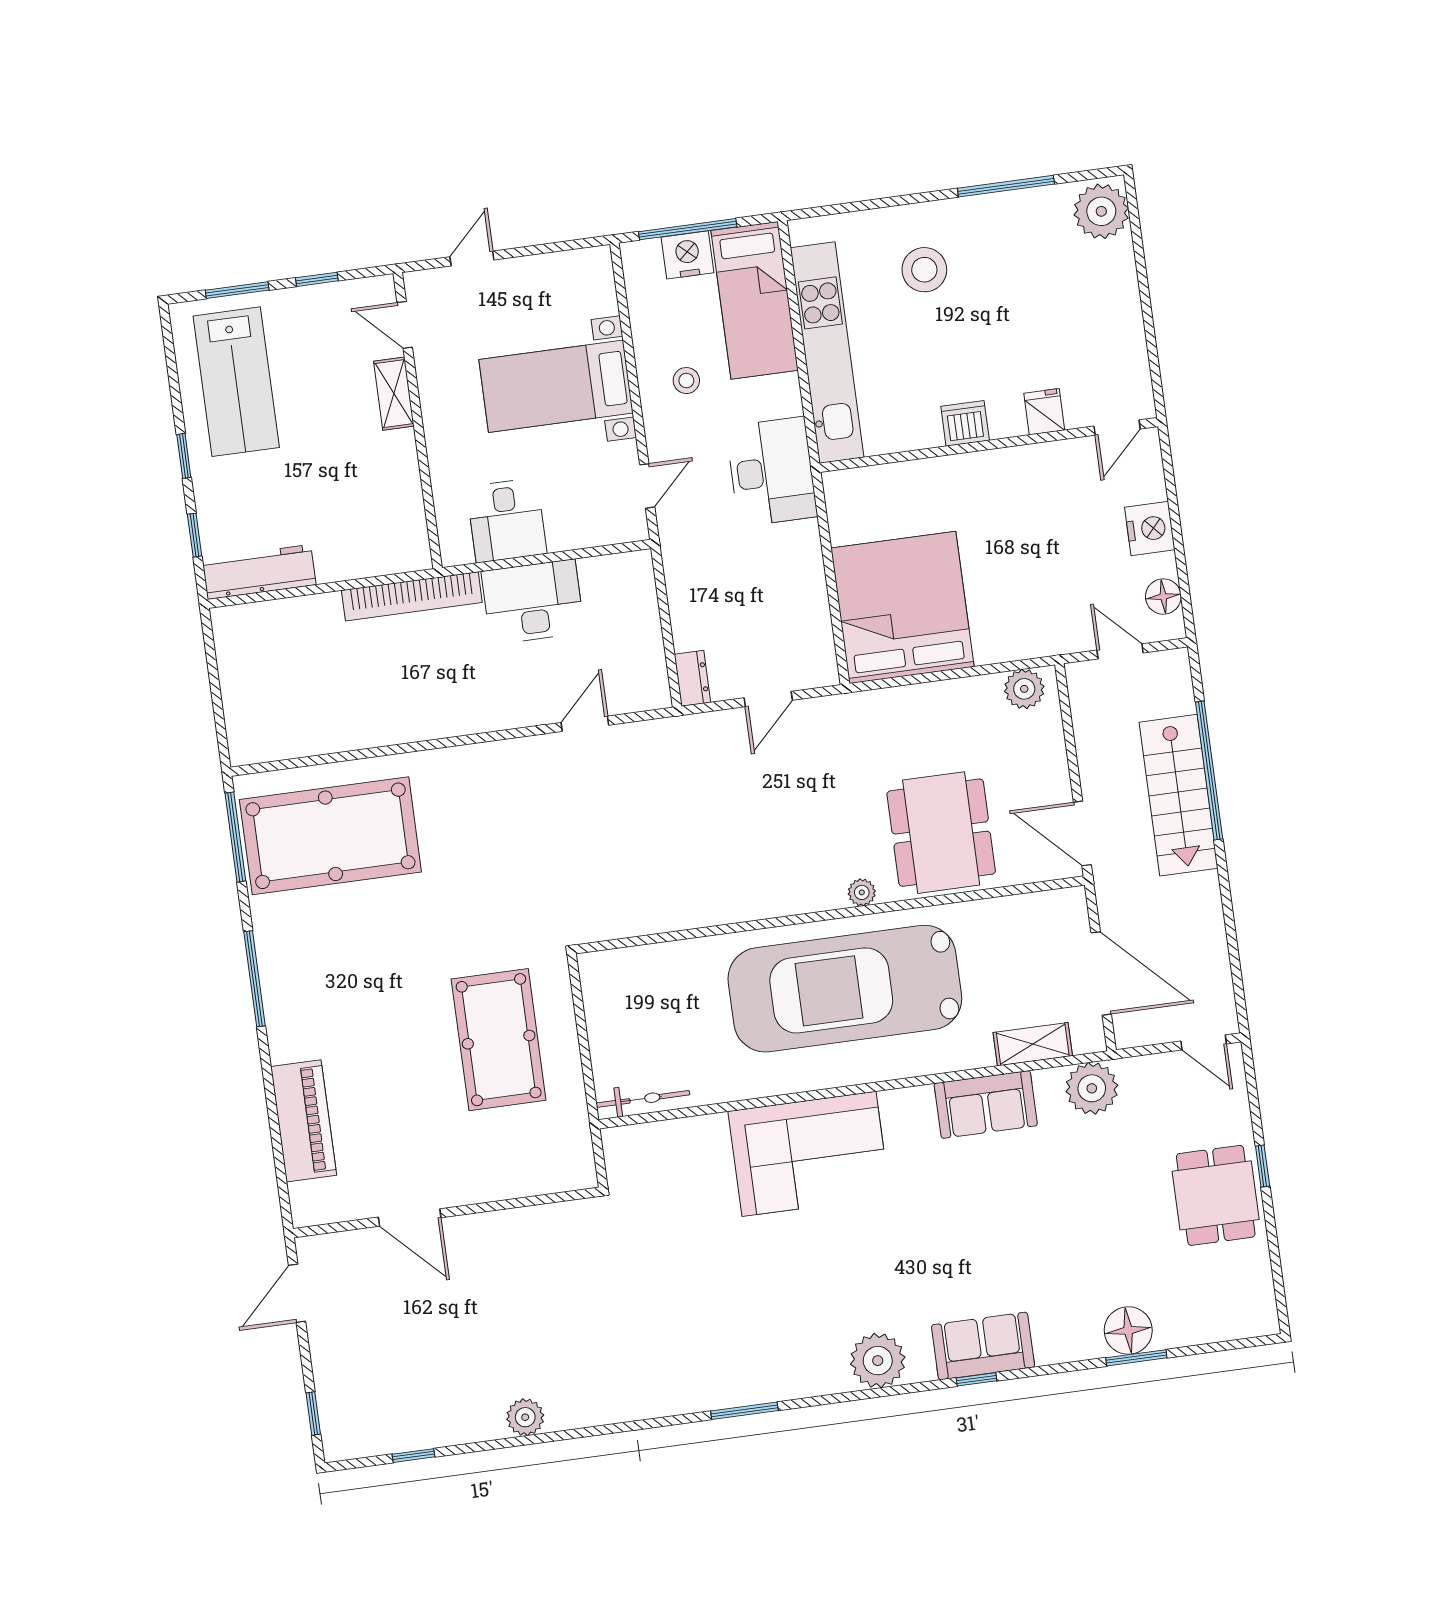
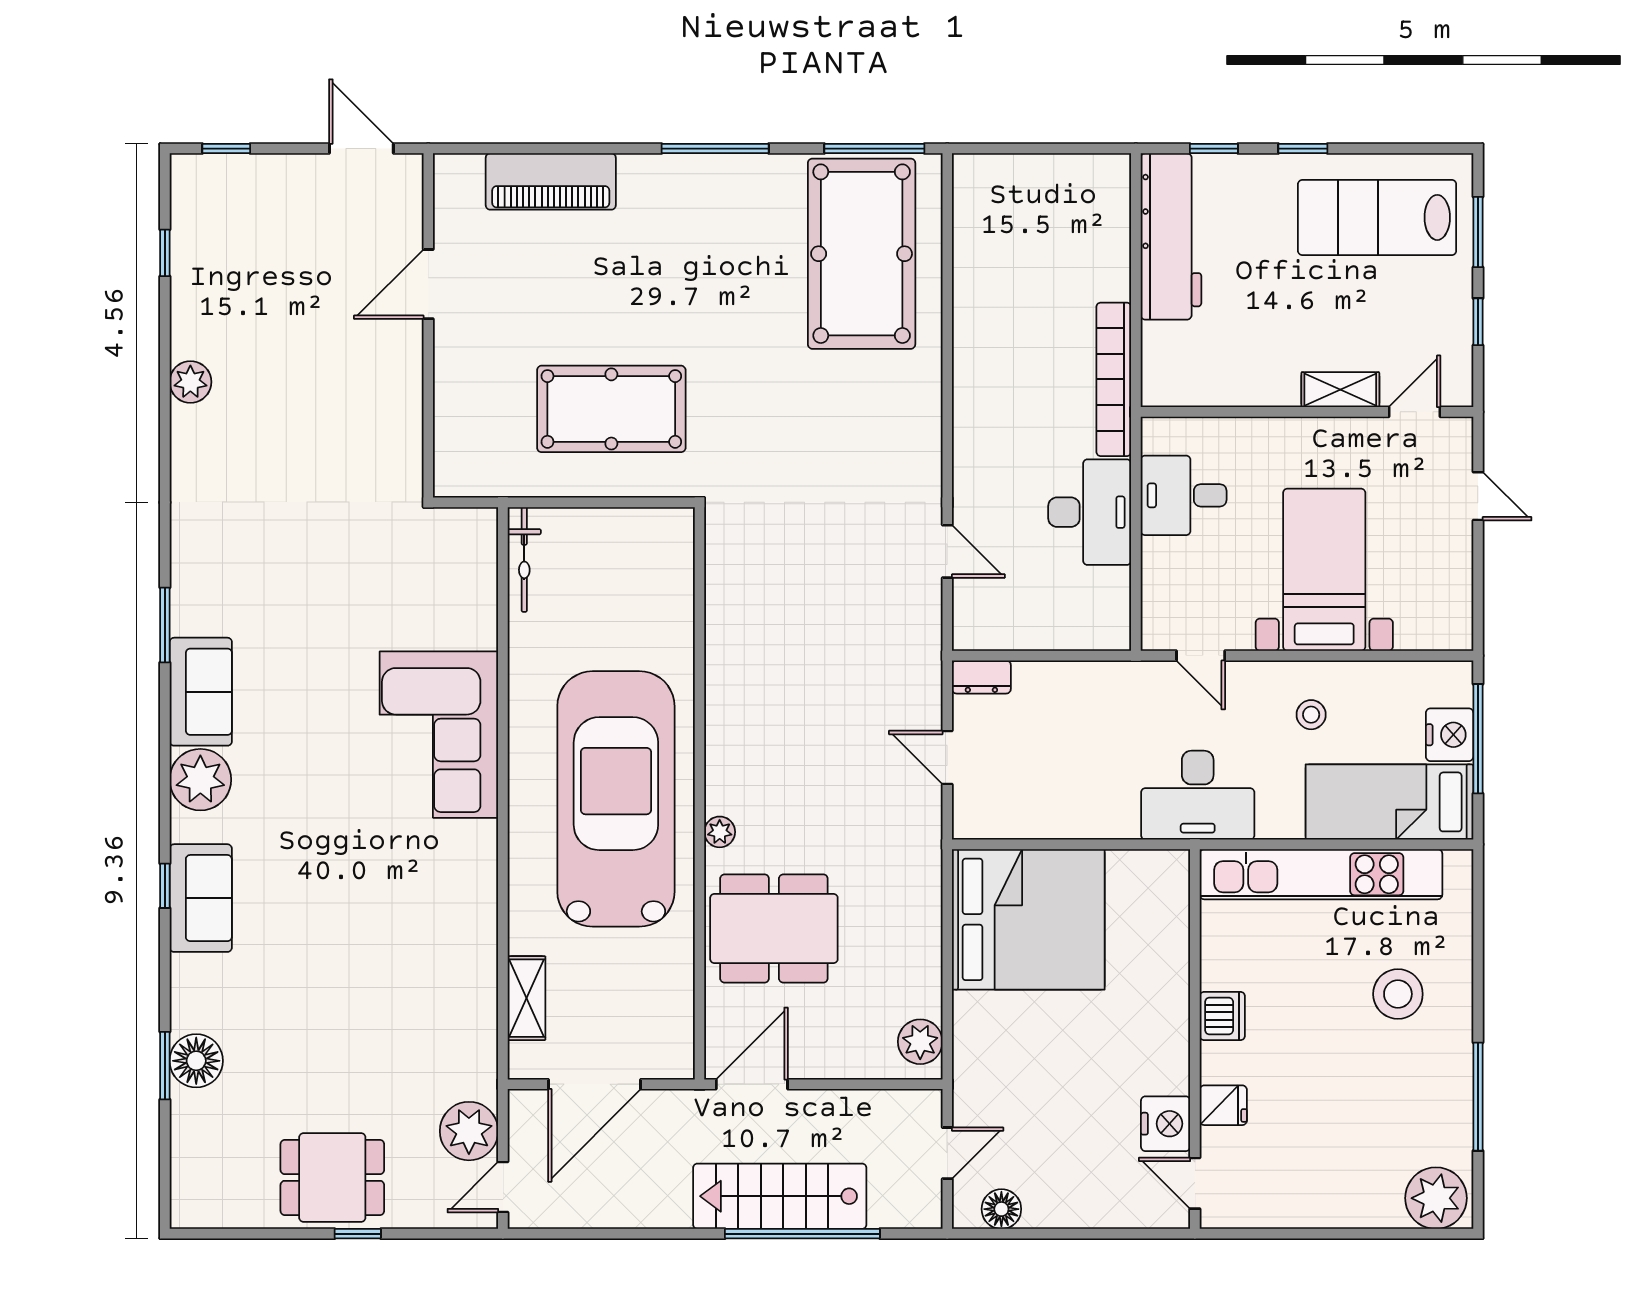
nightstand: (1150, 529) -> (1166, 1124), moved, turned -90
workbench: (259, 572) -> (1171, 236), width x1.36, depth x1.32
plant: (1092, 1088) -> (469, 1131), moved
sofa: (986, 1104) -> (201, 692), moved, turned 180

